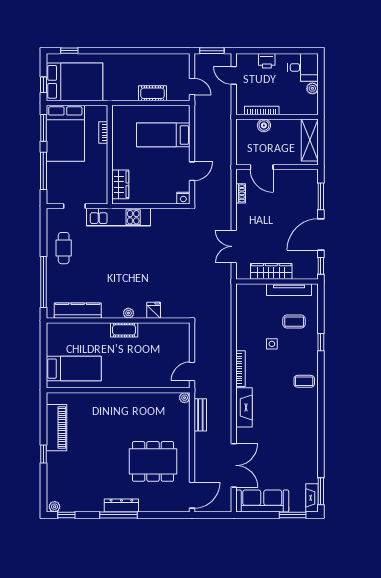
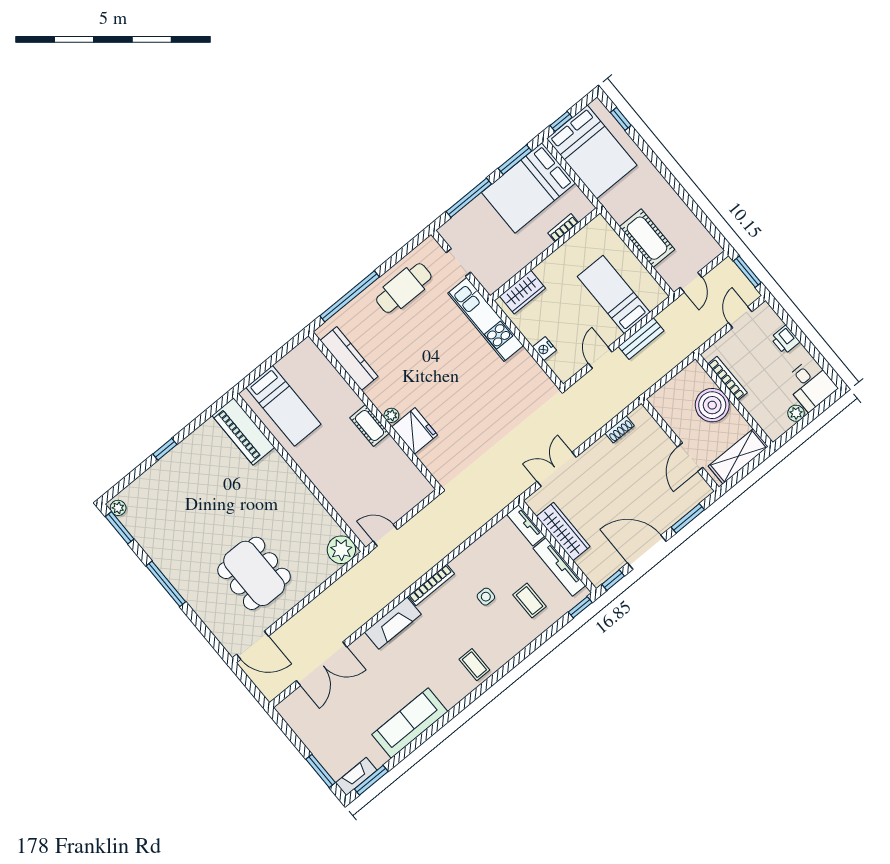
cot: (153, 93) -> (647, 238), width x1.37, depth x1.34
boiler: (264, 125) -> (712, 405), width x1.86, depth x1.86
door: (262, 167) -> (690, 457), moved
door: (192, 171) -> (600, 358), swing flipped
nightstand: (183, 198) -> (544, 349), moved
cafe table: (64, 248) -> (404, 288), width x1.37, depth x1.35
tv unit: (251, 289) -> (526, 525), added
fridge: (154, 310) -> (415, 431), width x1.88, depth x1.34
window: (321, 342) -> (580, 607), moved
plant: (185, 398) -> (341, 550), width x1.87, depth x1.87
bench: (200, 415) -> (641, 339), moved
piano: (56, 428) -> (243, 431), moved, turned 90
sofa: (262, 501) -> (410, 723), moved, turned -90
dresser: (121, 506) -> (179, 579), removed
window: (66, 515) -> (120, 528), width x1.50

